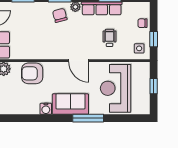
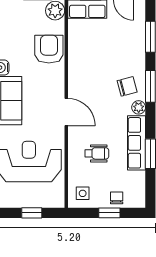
window: (154, 39) -> (109, 213), moved
door: (79, 61) -> (66, 112), swing flipped

